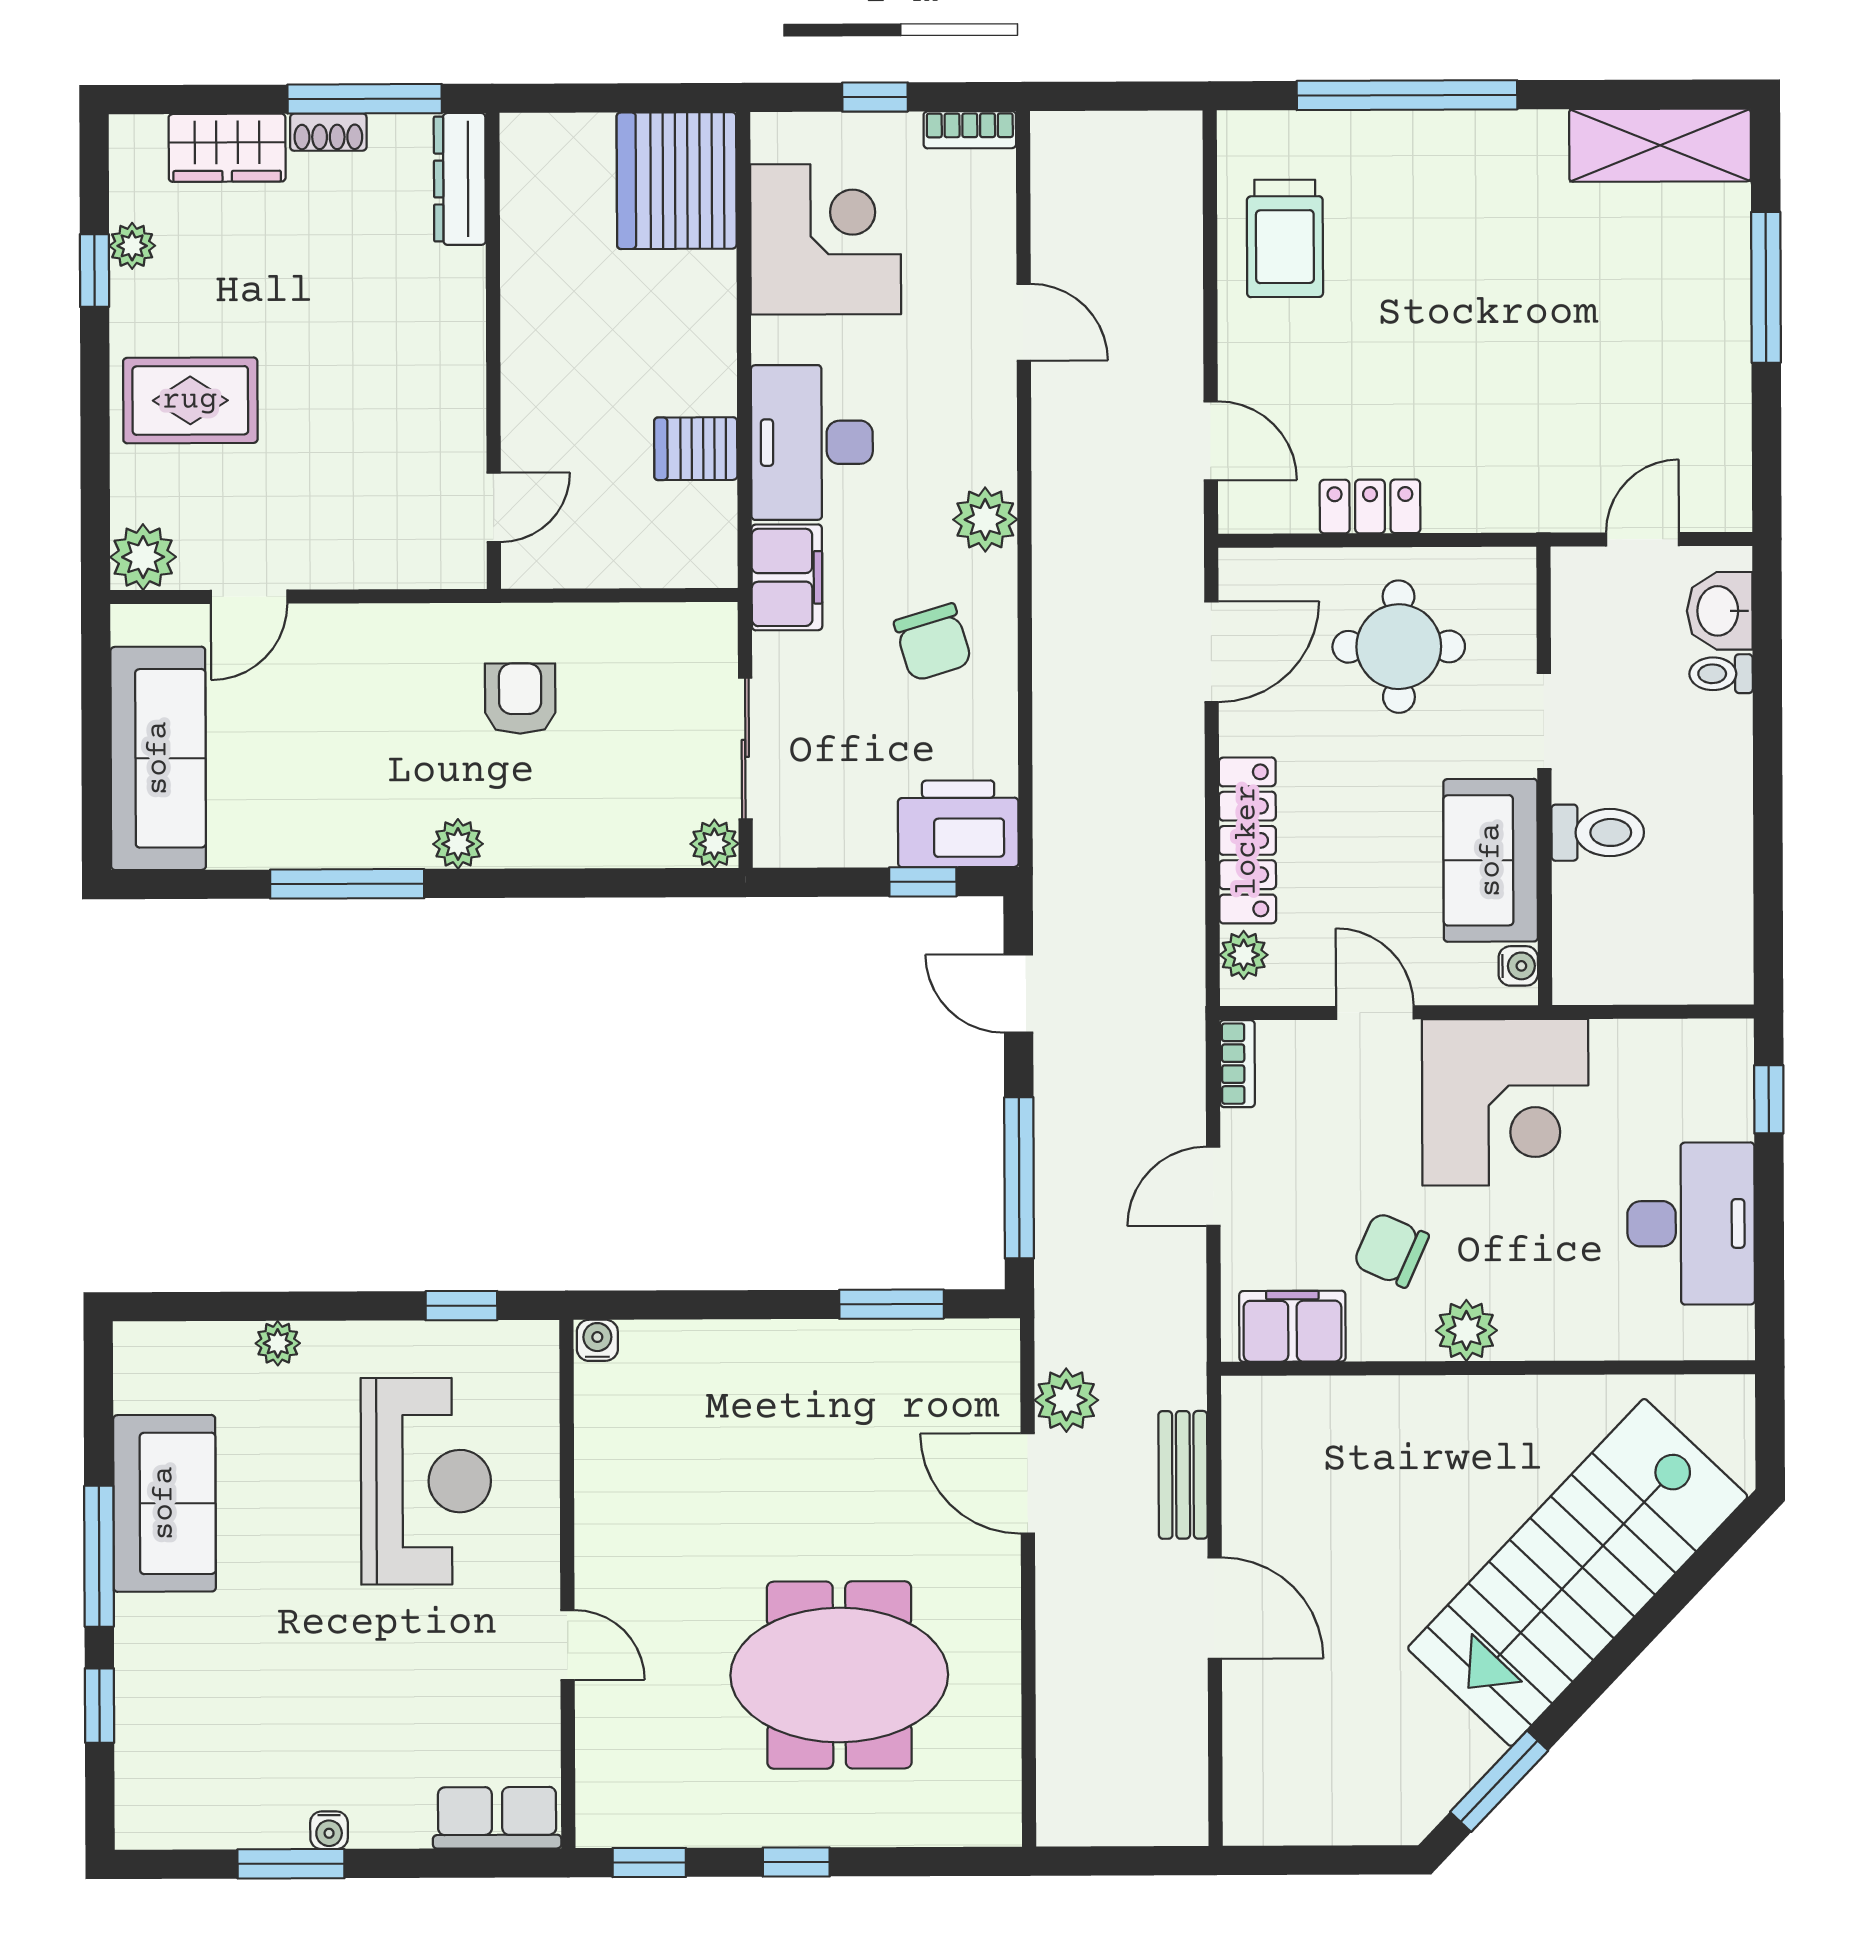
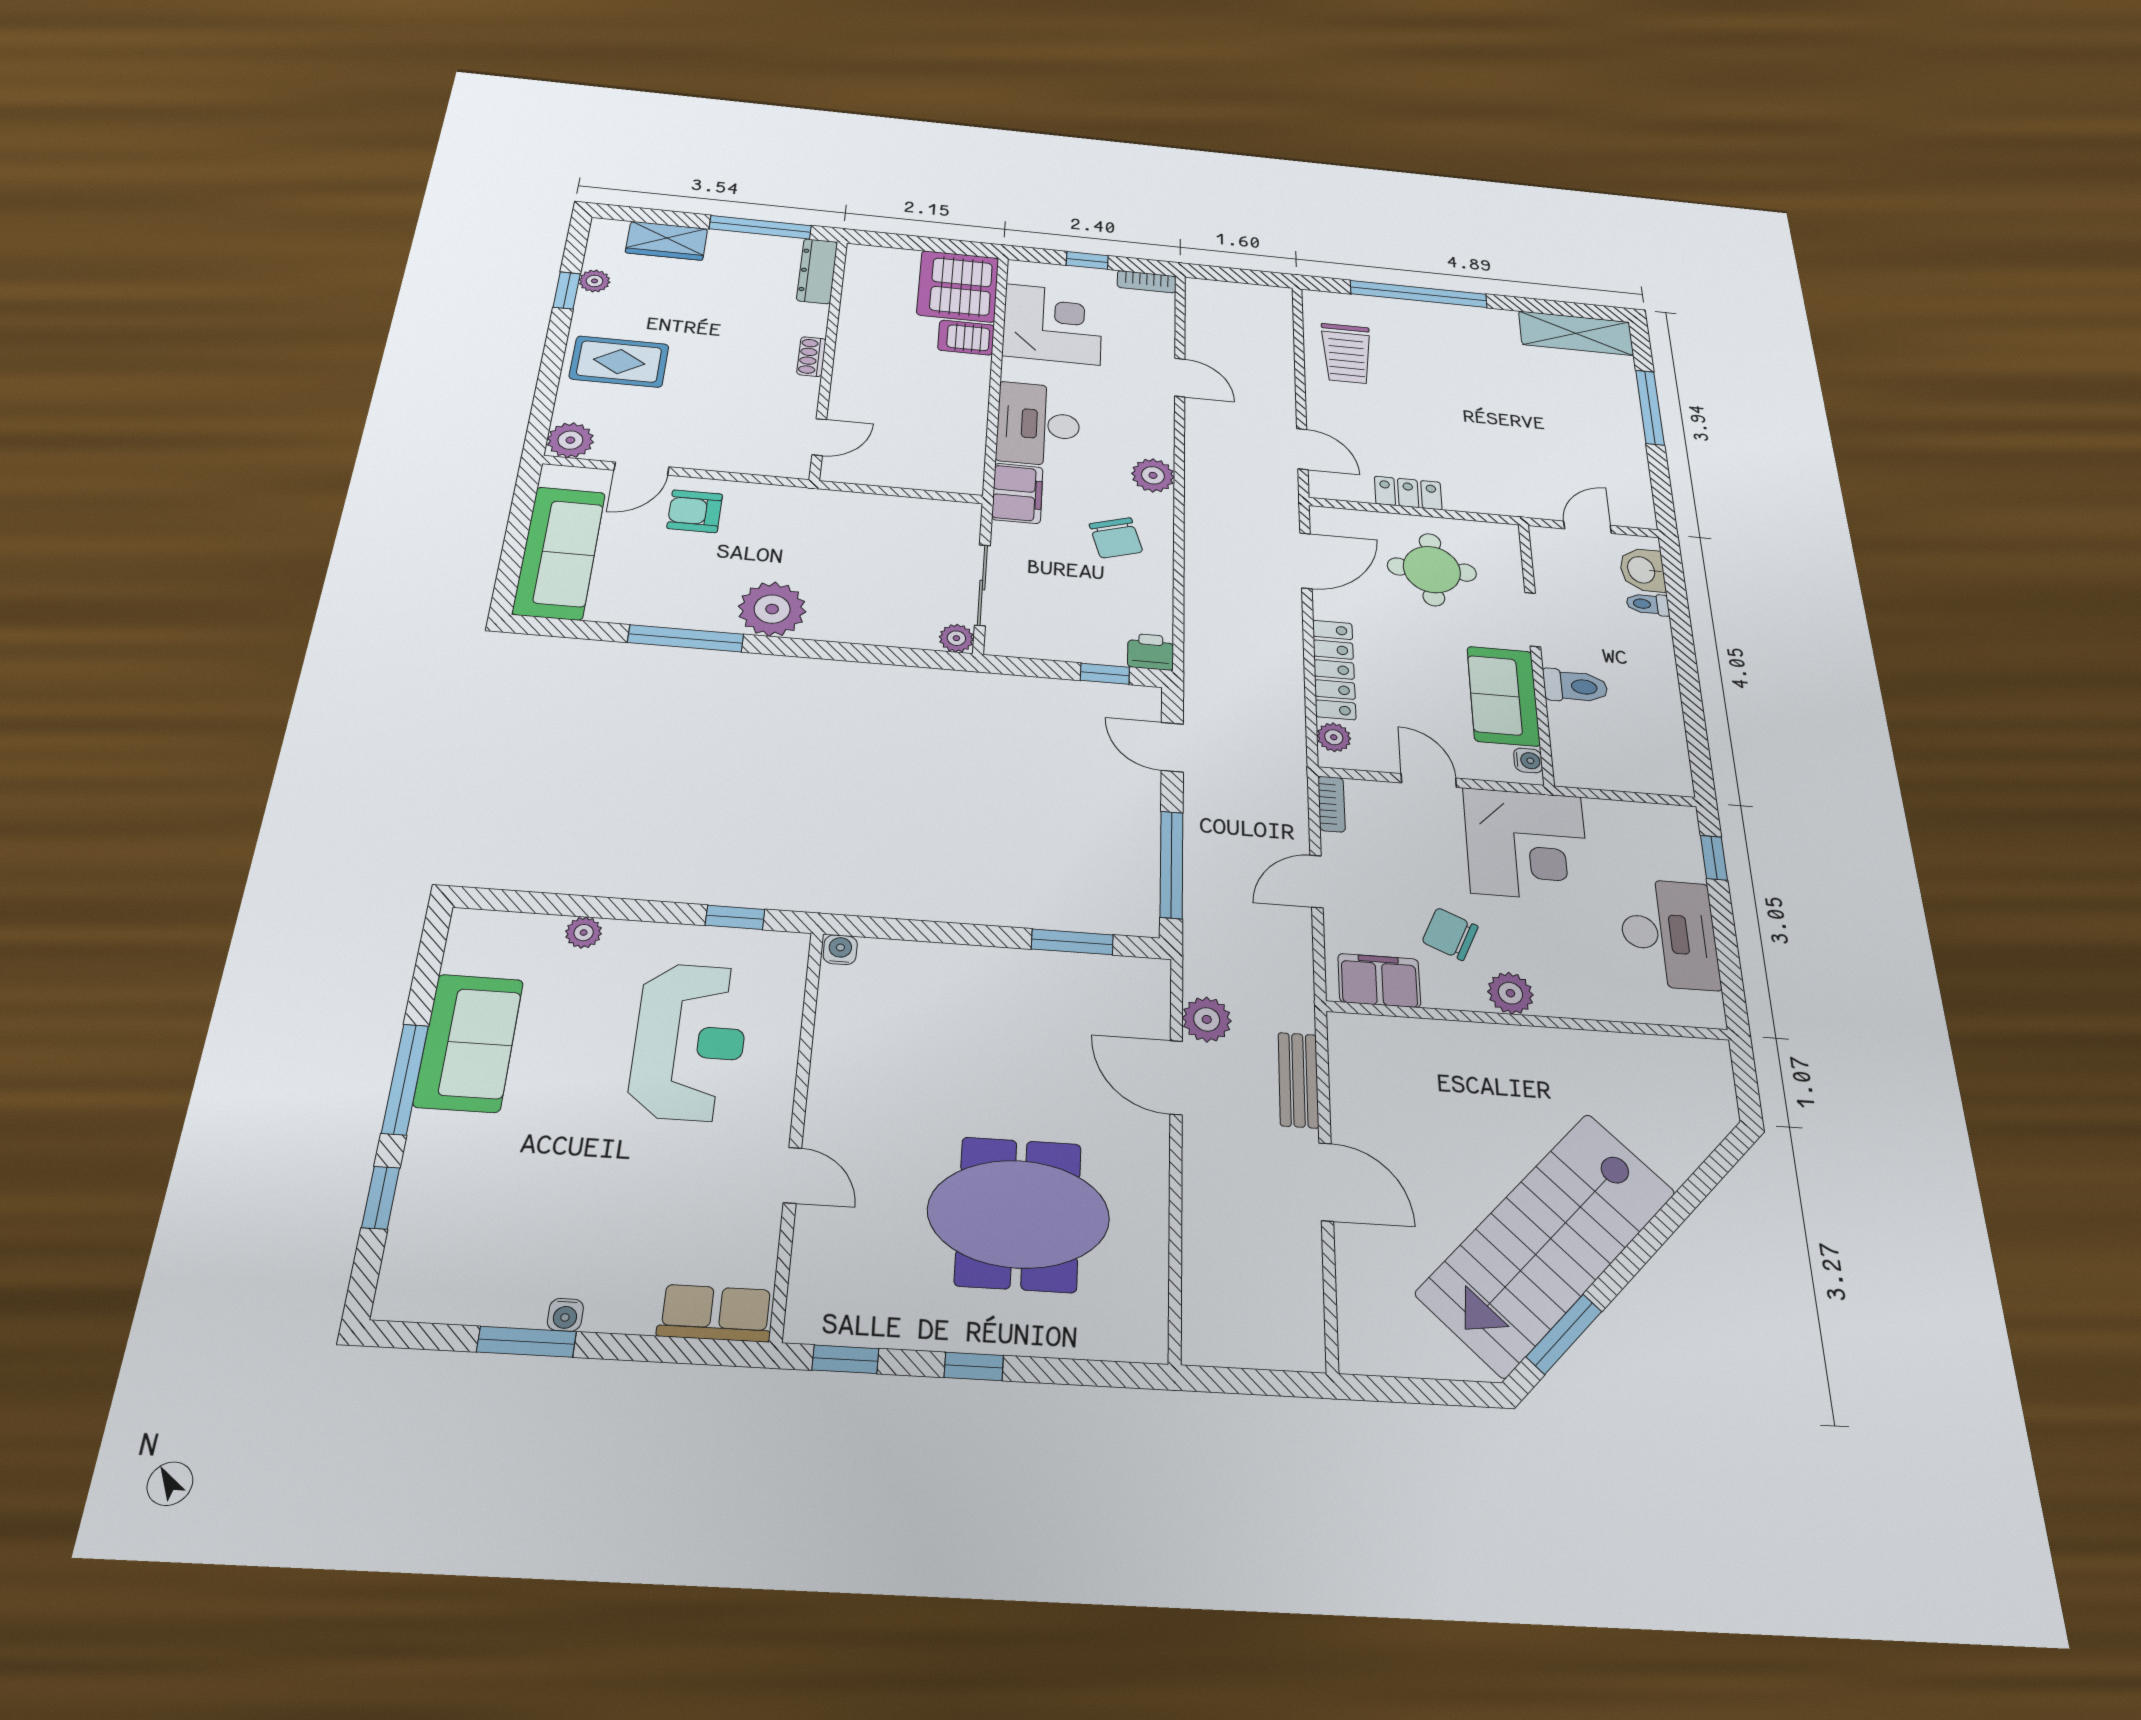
shoe rack: (328, 132) -> (811, 357), moved, turned 90
server rack: (696, 449) -> (966, 338), moved
armchair: (520, 699) -> (695, 511), moved, turned -90
printer: (958, 824) -> (1151, 652), width x0.53, depth x0.68
plant: (458, 844) -> (772, 609), width x1.87, depth x1.87
stairs: (1578, 1572) -> (1547, 1242), moved

